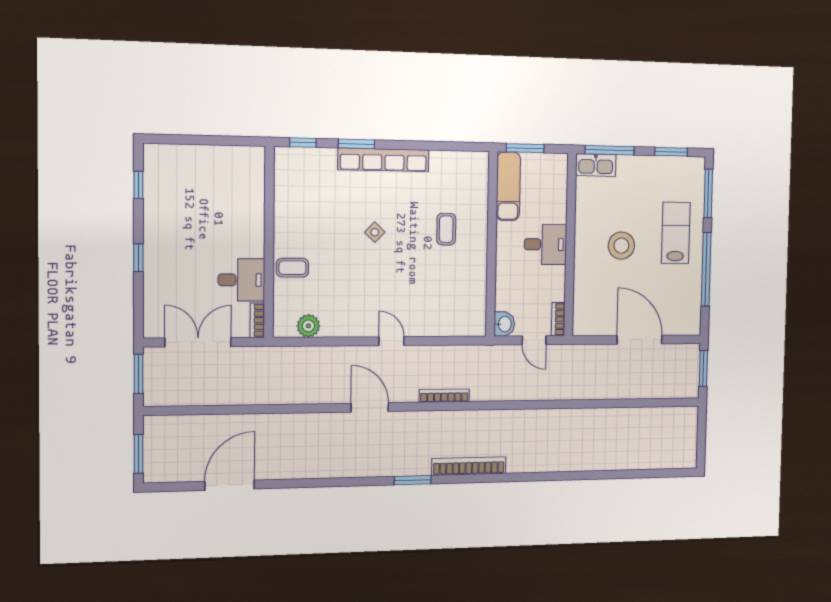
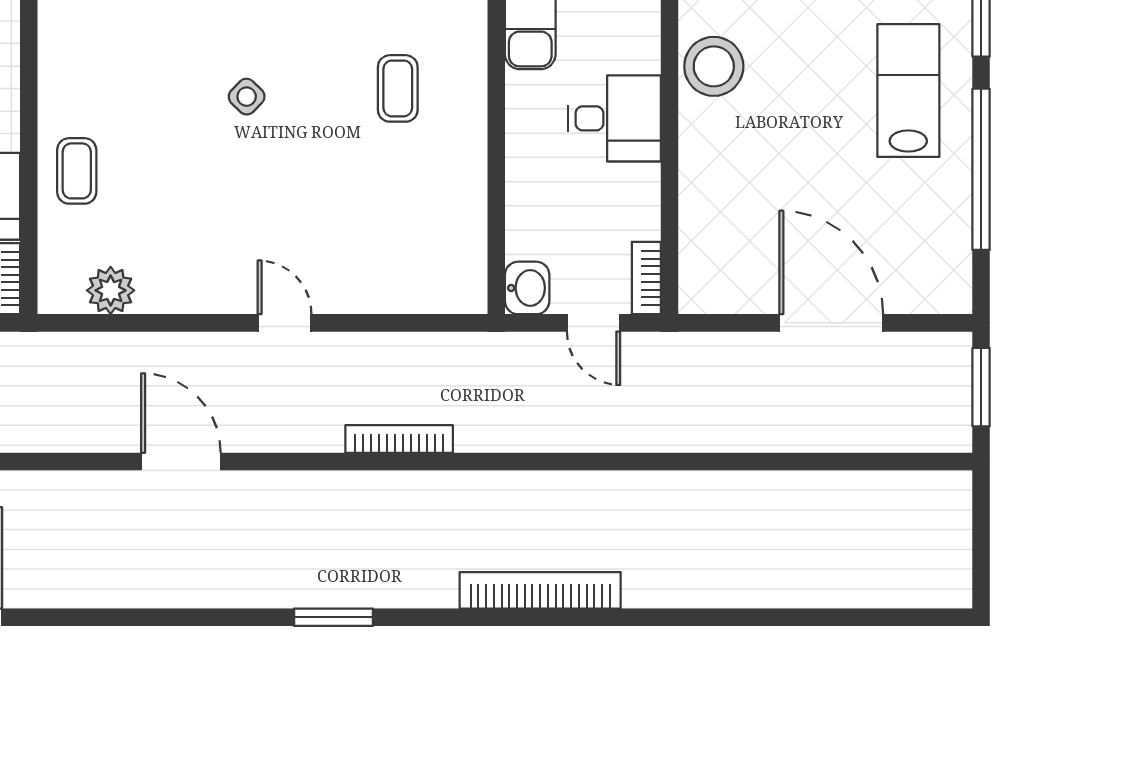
stool: (621, 246) -> (714, 66), moved
coffee table: (292, 268) -> (77, 171), turned 90
door: (370, 407) -> (181, 461), moved
bookcase: (469, 466) -> (540, 590), moved

